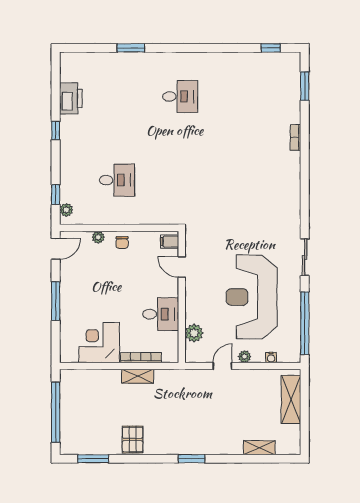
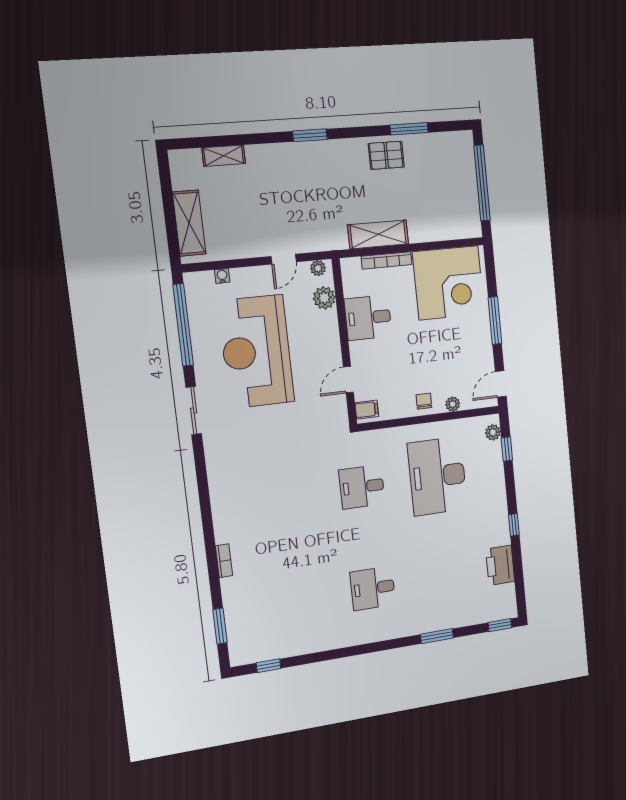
window: (76, 48) -> (500, 625), added
desk: (117, 180) -> (437, 476), width x1.87, depth x1.30
desk: (180, 180) -> (362, 487), added
door: (182, 267) -> (348, 380), swing flipped
reception desk: (252, 297) -> (256, 352), turned 180
corner desk: (99, 343) -> (449, 283), width x1.36, depth x1.36
plant: (245, 357) -> (318, 268), moved
shelving: (138, 376) -> (378, 234), width x1.50, depth x1.33
pallet: (133, 439) -> (386, 155), turned 90
window: (93, 459) -> (409, 129), moved

